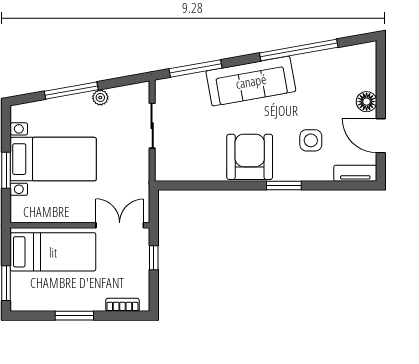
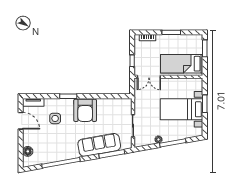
sofa: (251, 81) -> (99, 145), moved
floor lamp: (367, 102) -> (28, 151), moved

